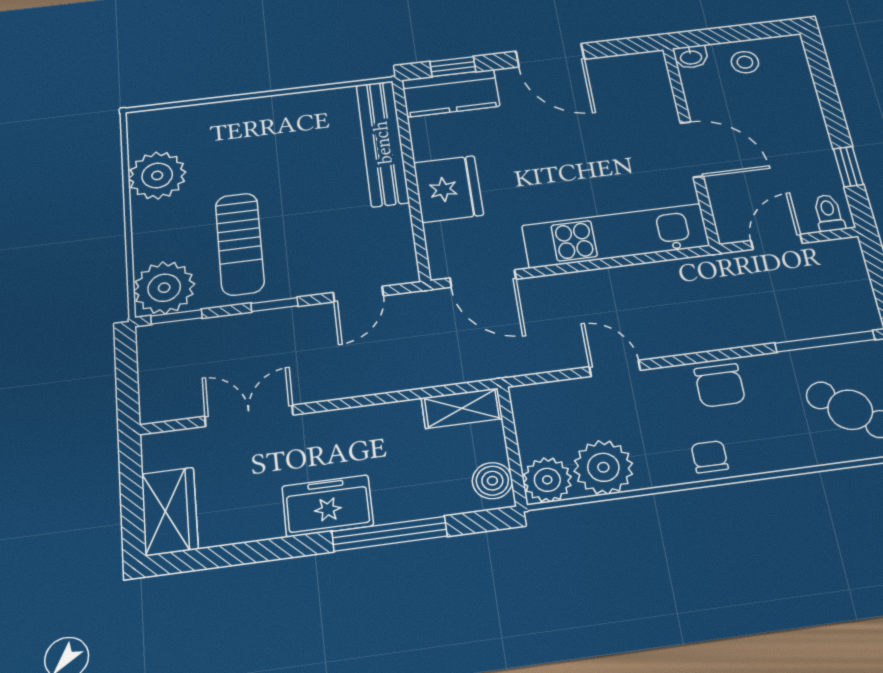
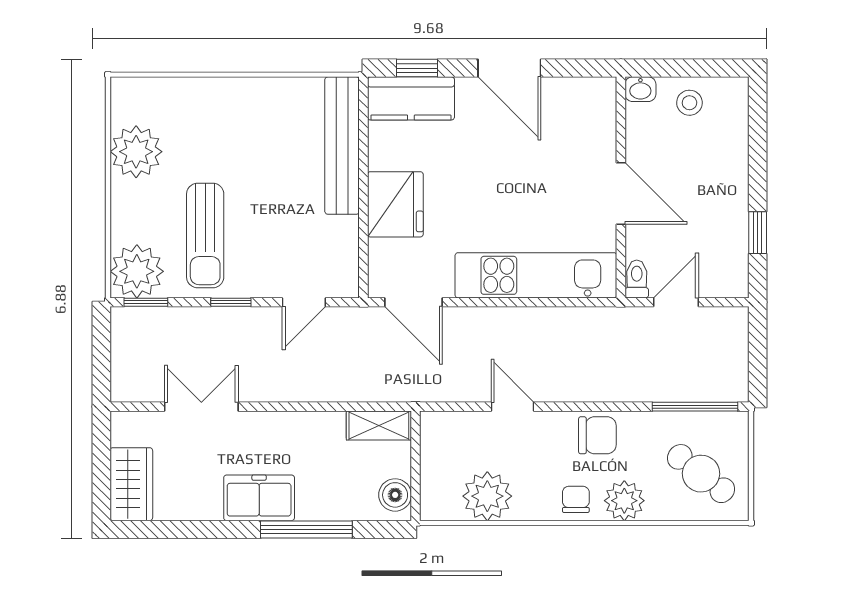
toilet: (829, 213) -> (637, 279), moved
chair: (720, 385) -> (597, 435), turned -90
plant: (547, 480) -> (624, 501), moved

